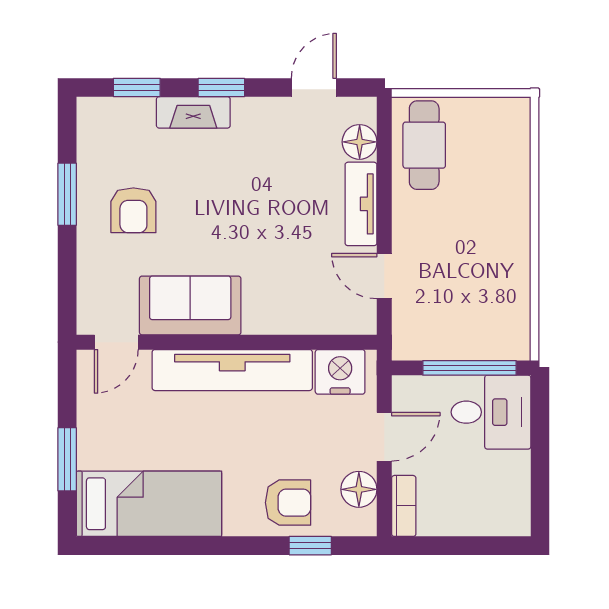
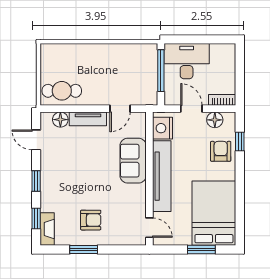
fireplace: (193, 112) -> (47, 229), moved
sofa: (190, 305) -> (133, 161), moved
desk: (491, 412) -> (187, 61), width x1.37
bed: (149, 504) -> (214, 213), width x1.50

